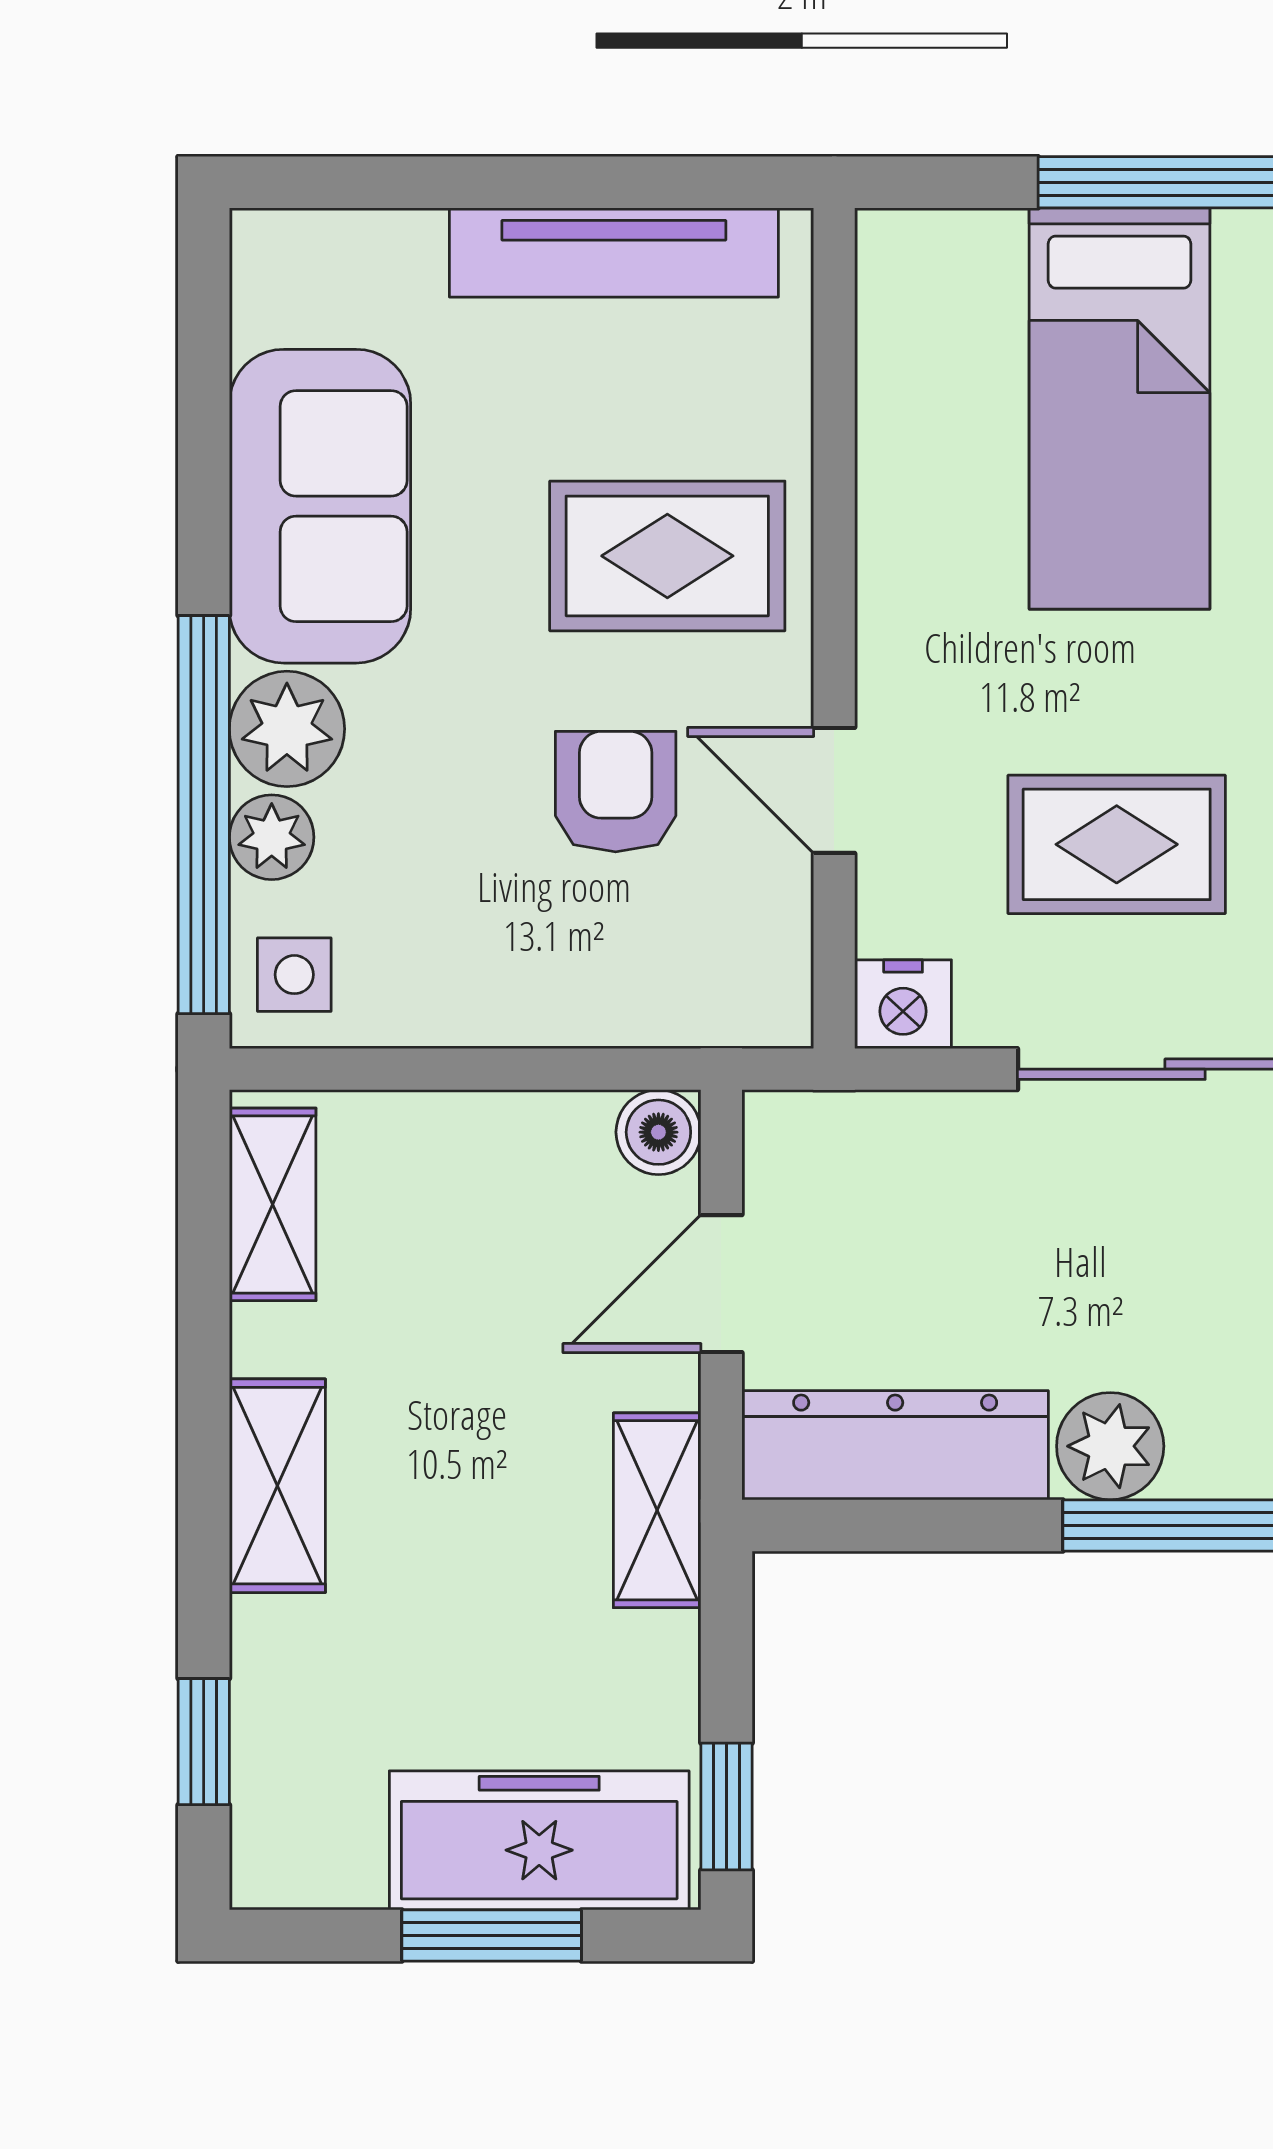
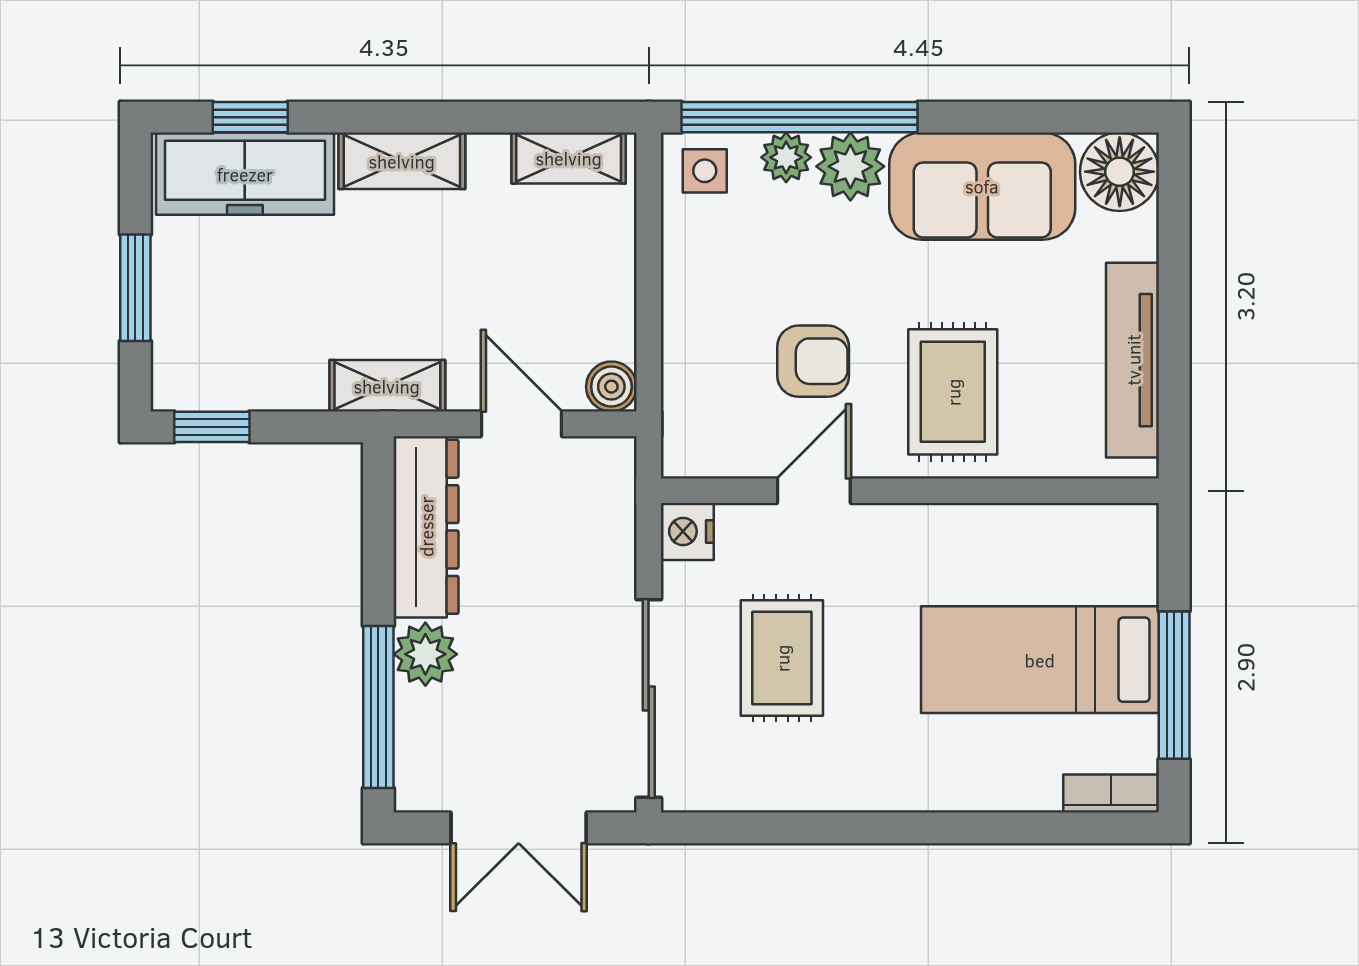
floor lamp: (296, 274) -> (1120, 172), added
freezer: (539, 1840) -> (245, 174), moved, turned 90

